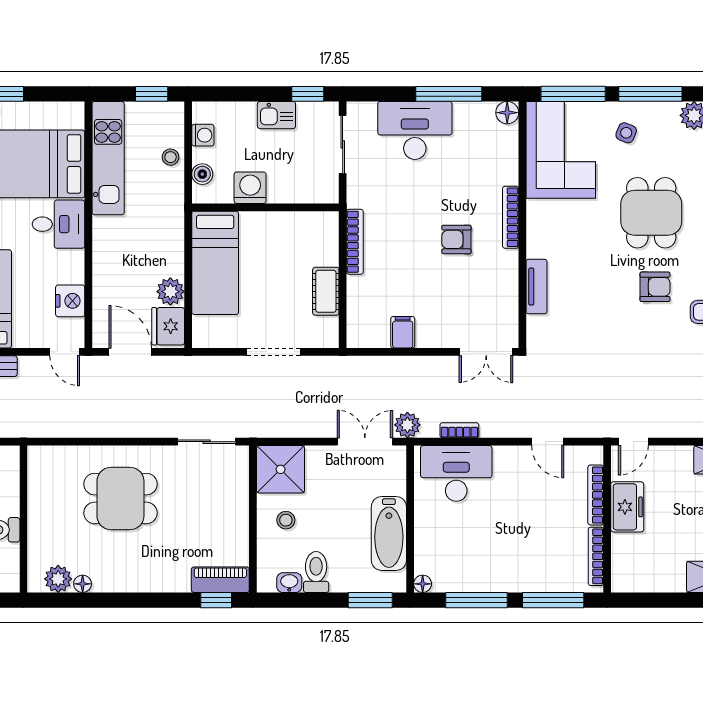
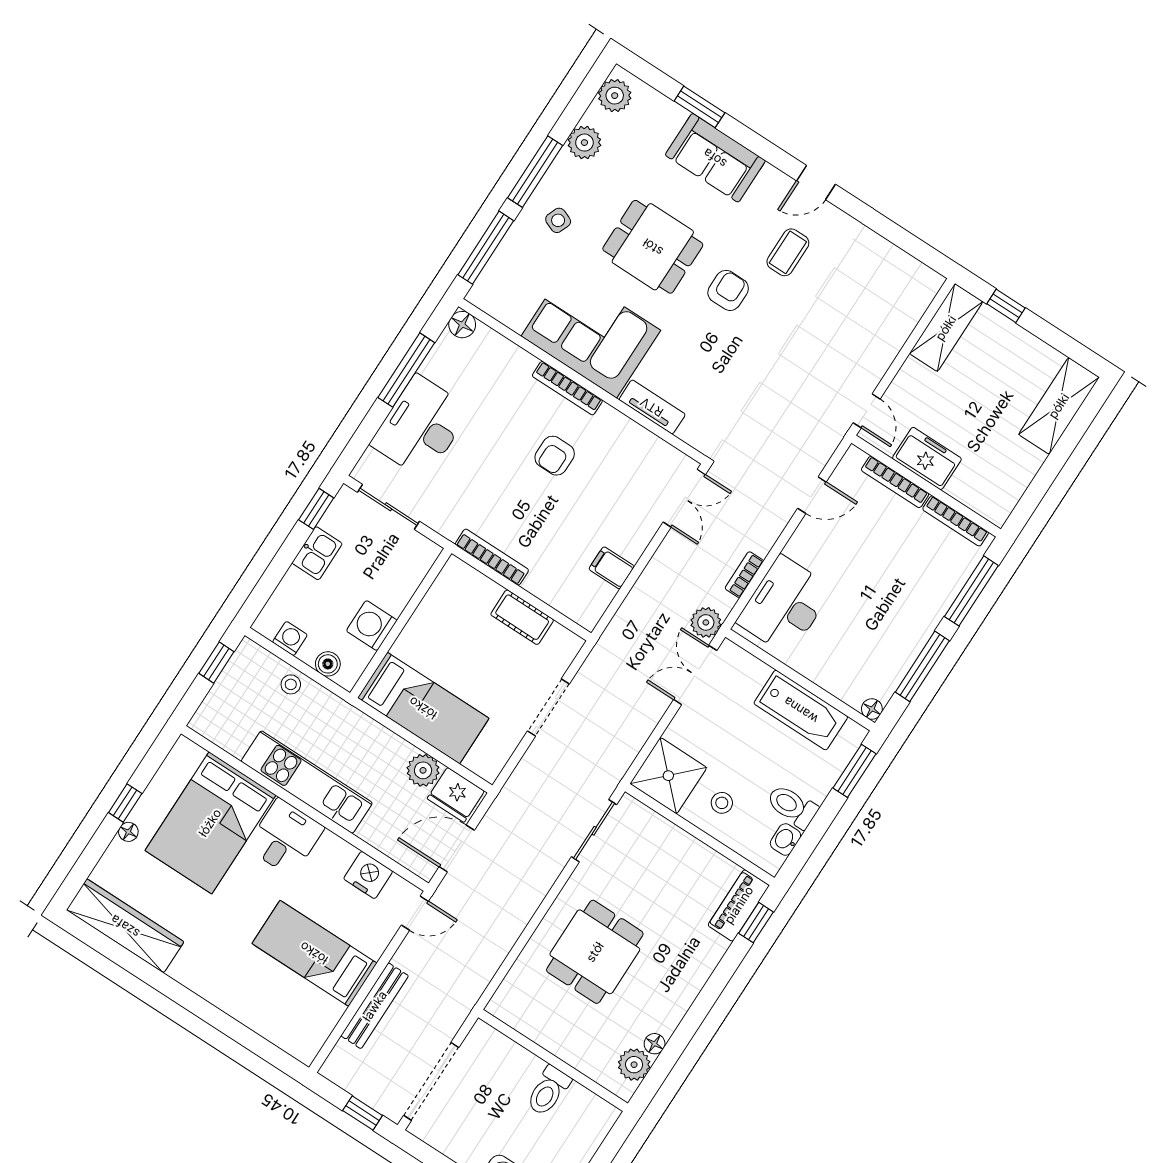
corner sofa: (561, 150) -> (591, 333), moved
kitchen unit: (108, 158) -> (307, 782), moved

